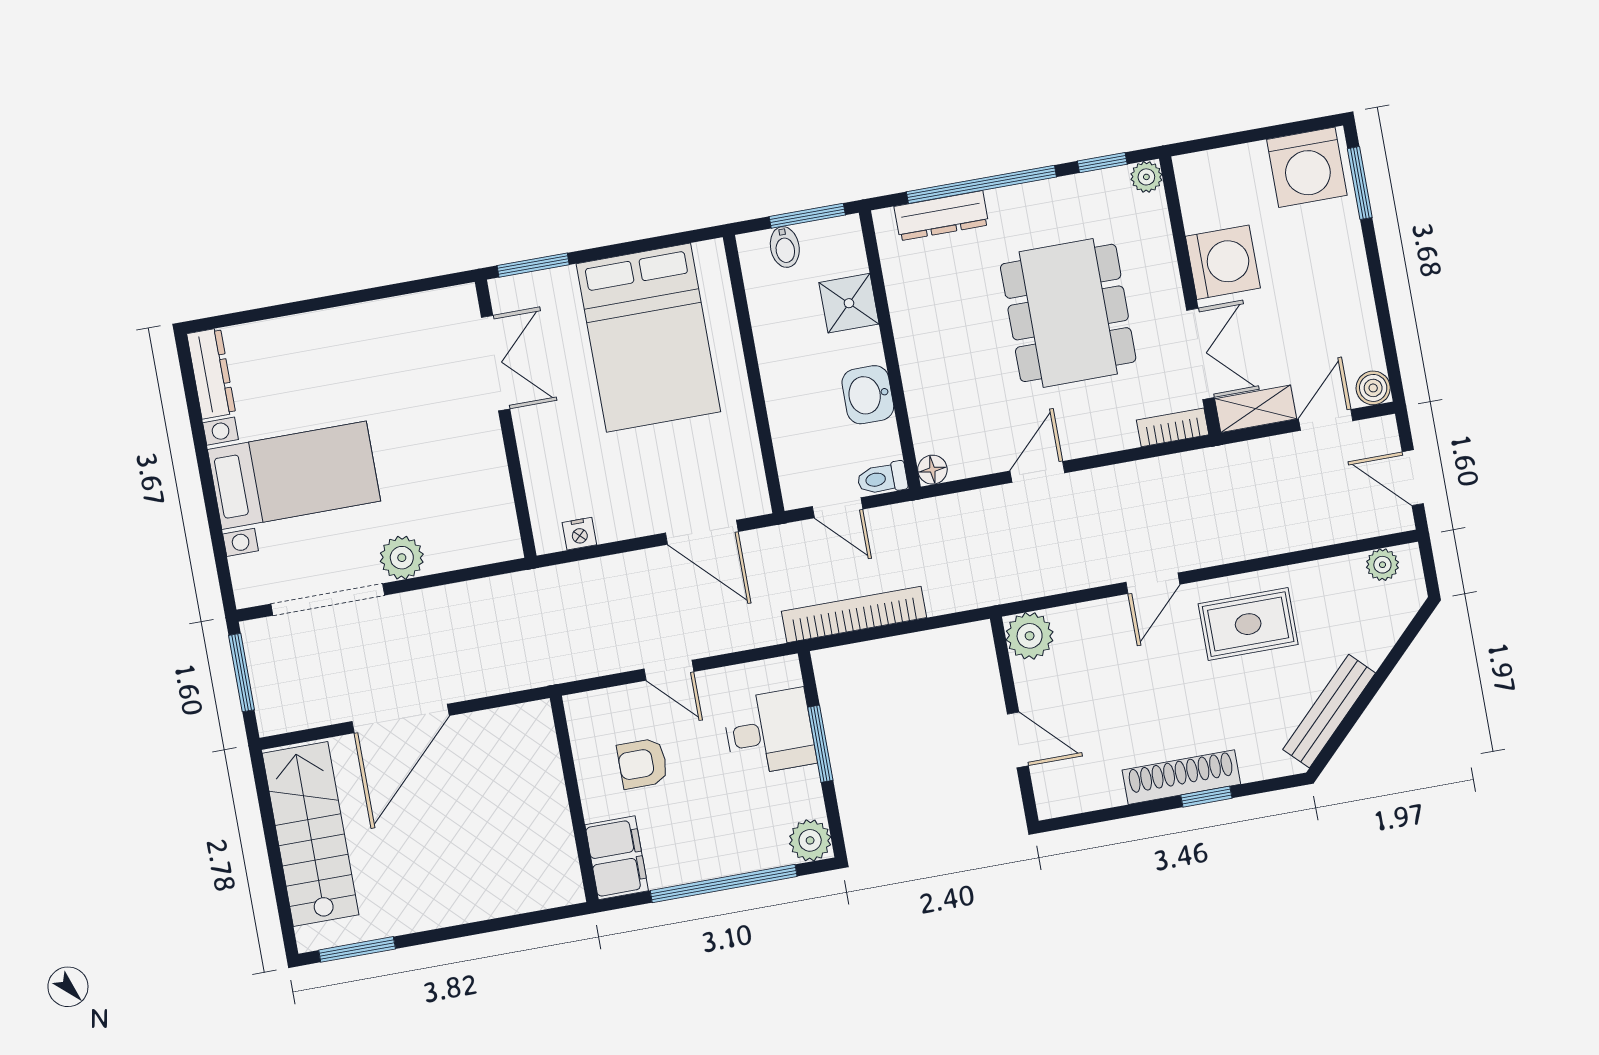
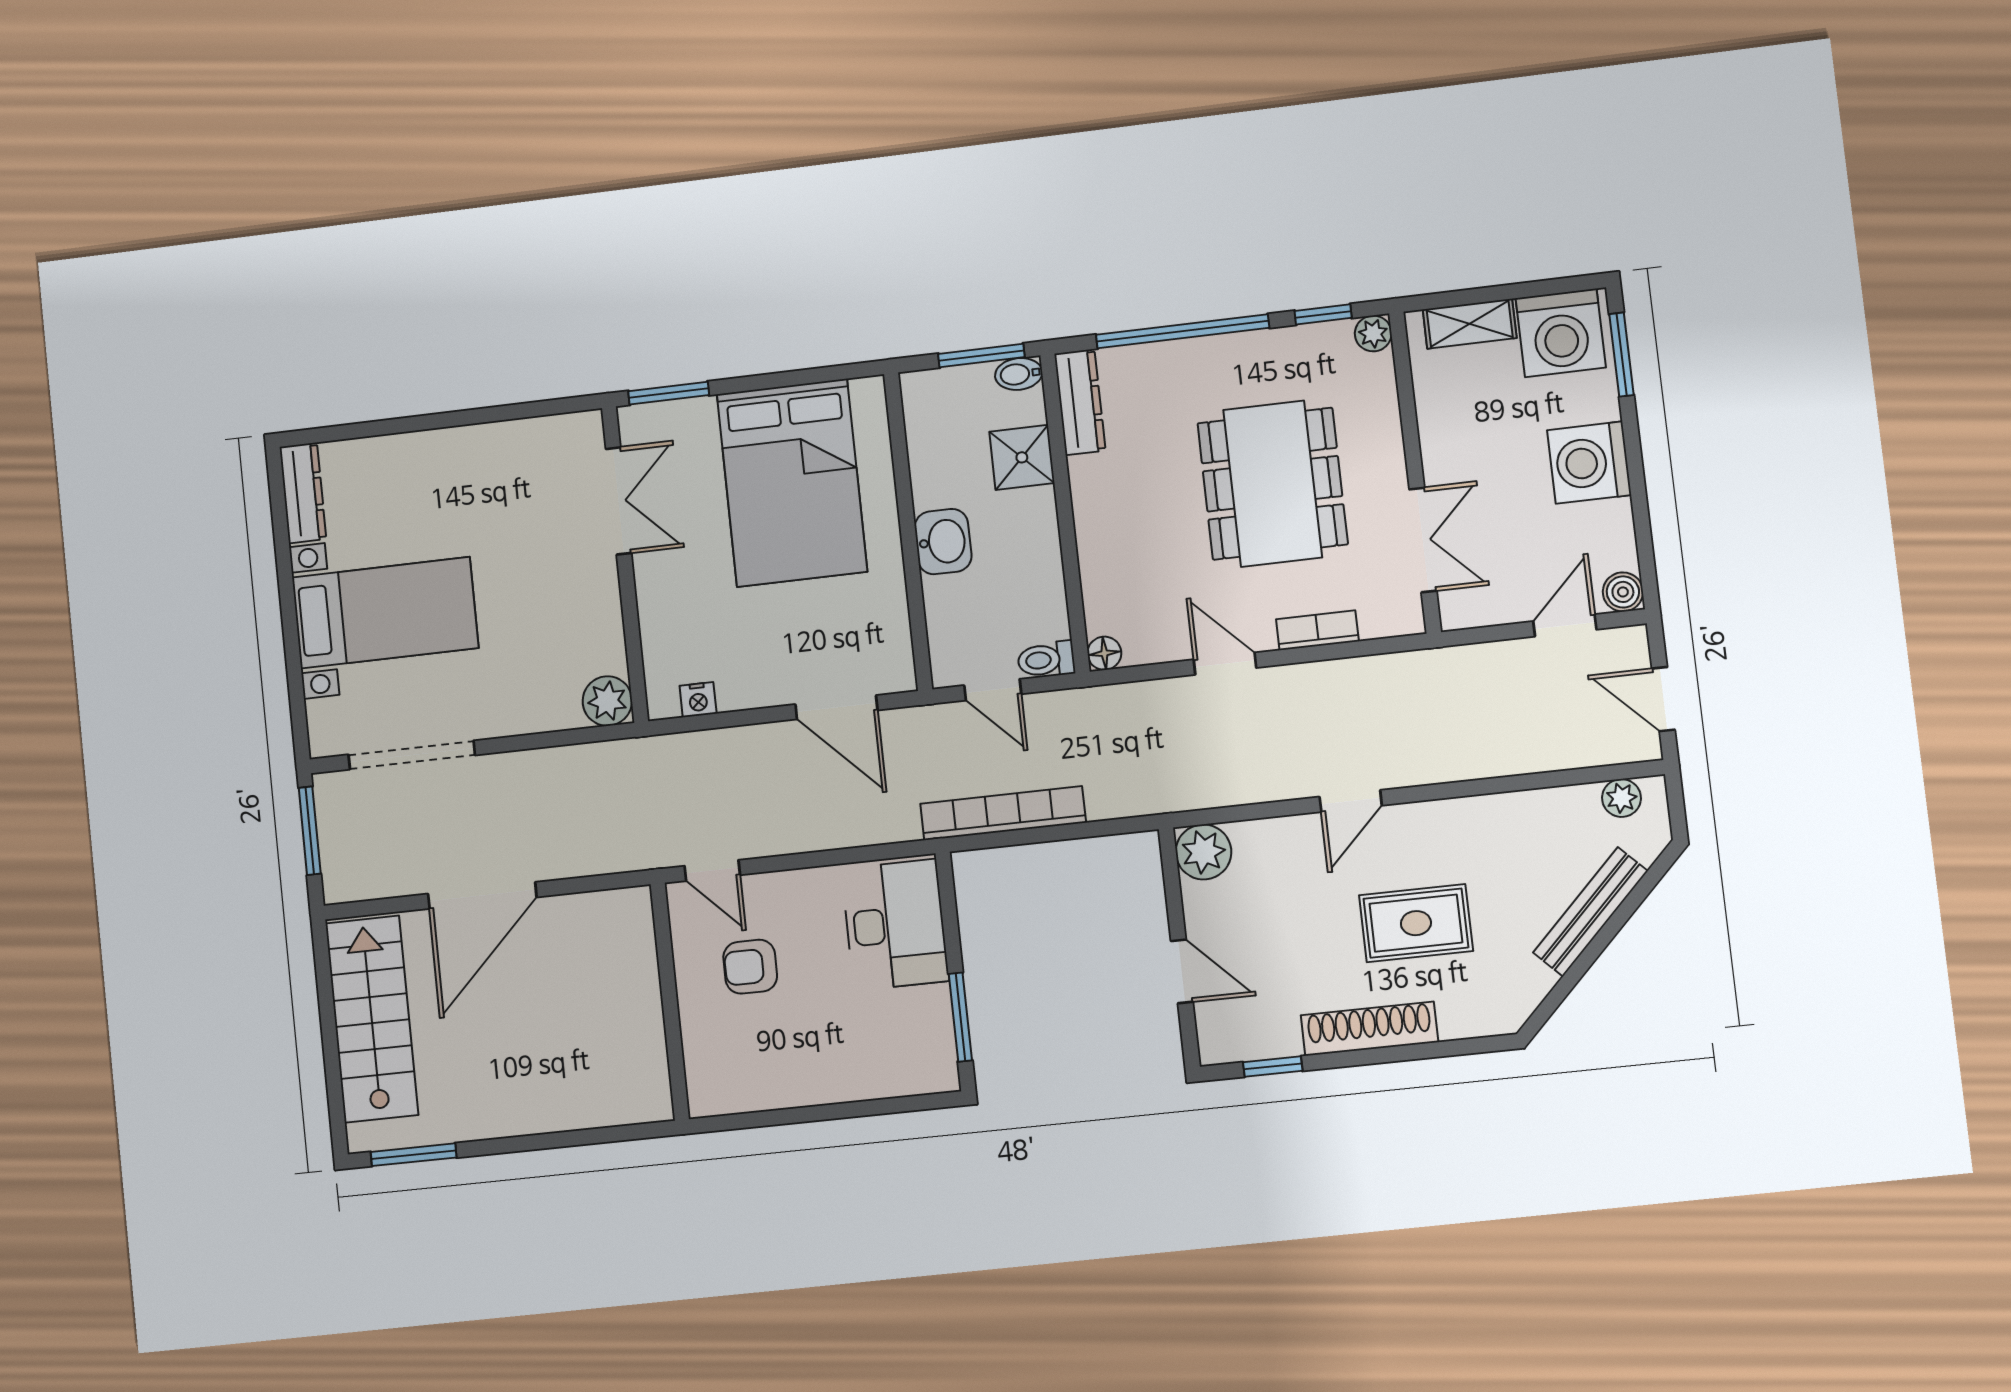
dresser: (941, 216) -> (1080, 402), moved, turned -90
bidet: (785, 247) -> (1019, 374), moved, turned 90
washing machine: (1223, 262) -> (1589, 463), moved, turned 180
washbasin: (868, 395) -> (943, 542), moved, turned 180
shelving: (1256, 409) -> (1470, 324), moved
bookcase: (1173, 427) -> (1317, 630), moved
door: (1037, 472) -> (1225, 664), hinge flipped
plant: (402, 558) -> (607, 701), moved
rug: (1248, 624) -> (1416, 923), moved
door: (669, 670) -> (712, 870), moved
bench: (1329, 711) -> (1590, 912), moved
desk: (769, 732) -> (895, 925), width x1.37
window: (820, 744) -> (960, 1017), moved
window: (1206, 797) -> (1273, 1067), moved
plant: (810, 840) -> (935, 1070), removed
filing cabinet: (617, 858) -> (713, 1073), removed
window: (724, 884) -> (832, 1112), removed

